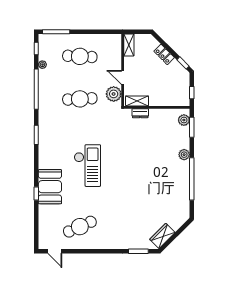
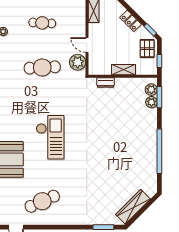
cafe table: (80, 56) -> (42, 23), width x0.73, depth x0.74
pallet: (180, 81) -> (147, 49), added
shelving: (137, 101) -> (123, 70), moved
plant: (184, 155) -> (151, 102), moved
wardrobe: (162, 236) -> (133, 207), width x1.50

